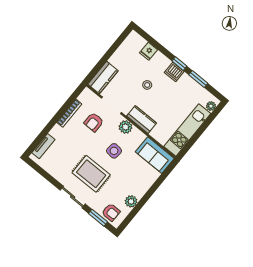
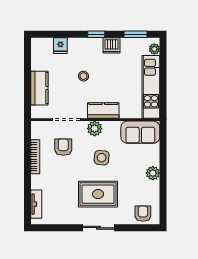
dishwasher: (174, 72) -> (111, 45), moved
kitchen counter: (103, 77) -> (39, 88), moved
window: (198, 79) -> (136, 34), moved
armchair: (94, 122) -> (63, 147), turned 180
plant: (131, 201) -> (153, 173), moved
armchair: (111, 212) -> (143, 214), turned -90
window: (98, 218) -> (135, 228), removed

